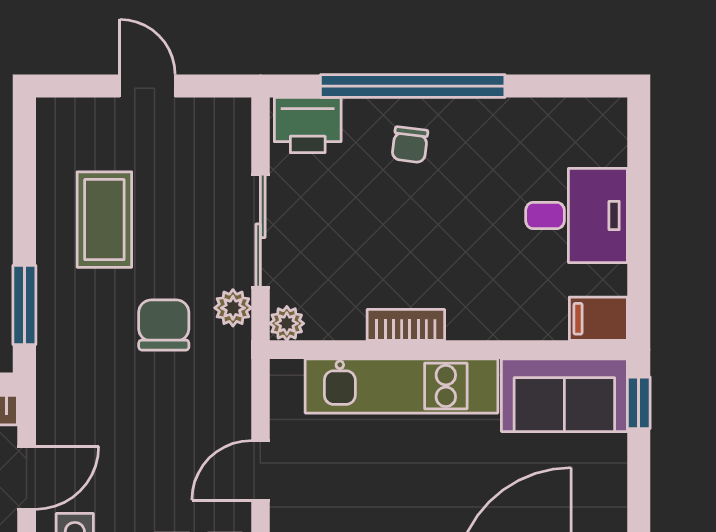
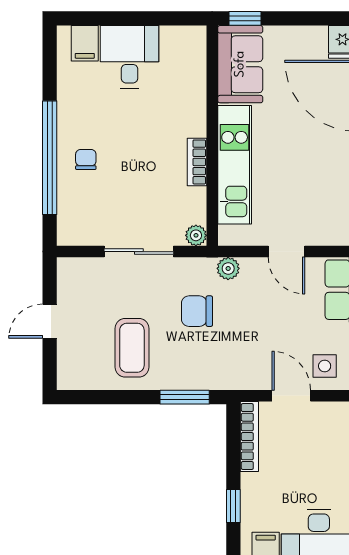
printer: (308, 125) -> (74, 222), removed
chair: (410, 145) -> (86, 159), turned -97
coffee table: (104, 220) -> (132, 348), turned 90
plant: (233, 308) -> (228, 268), moved
filing cabinet: (598, 319) -> (85, 43), moved

